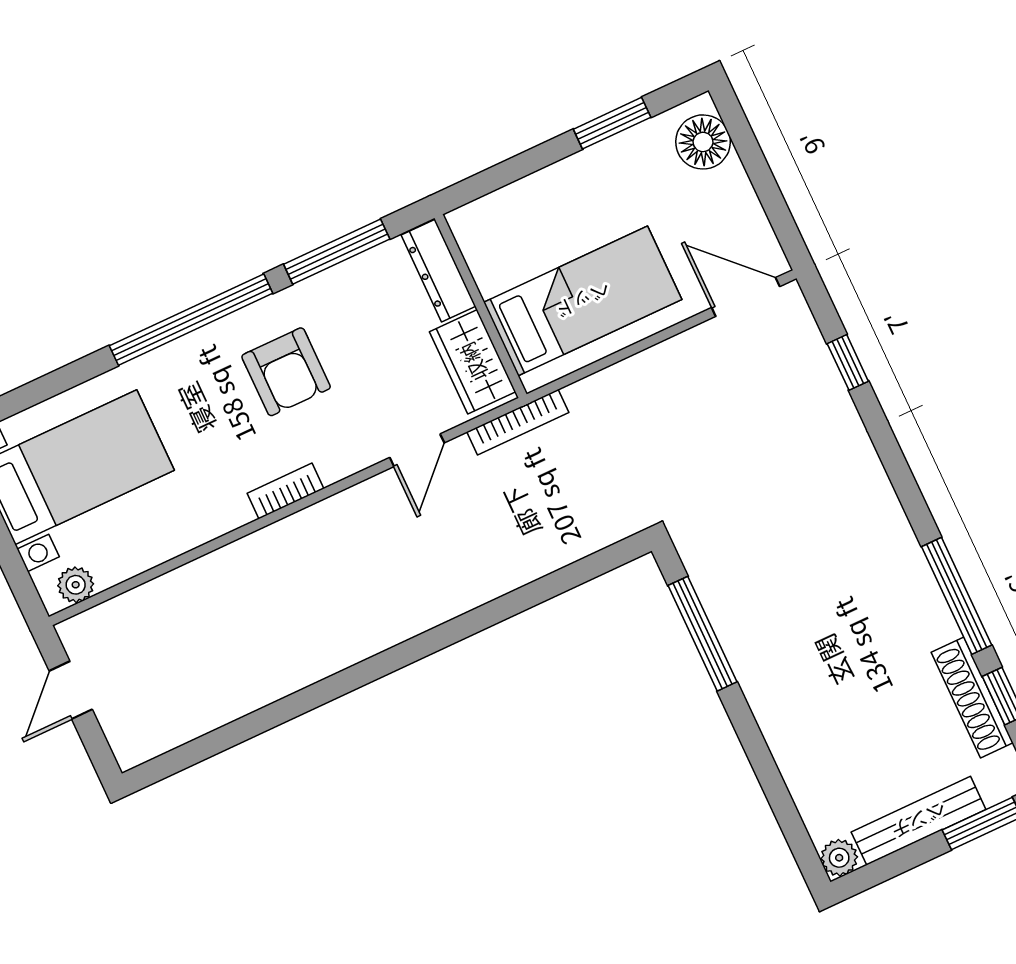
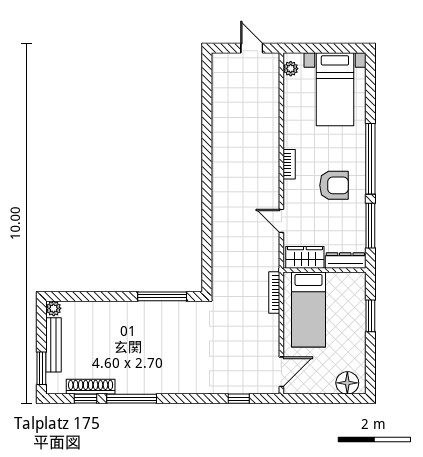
window: (612, 123) -> (370, 316), moved
armchair: (286, 372) -> (334, 185), turned 180
bookcase: (518, 422) -> (274, 293), moved

